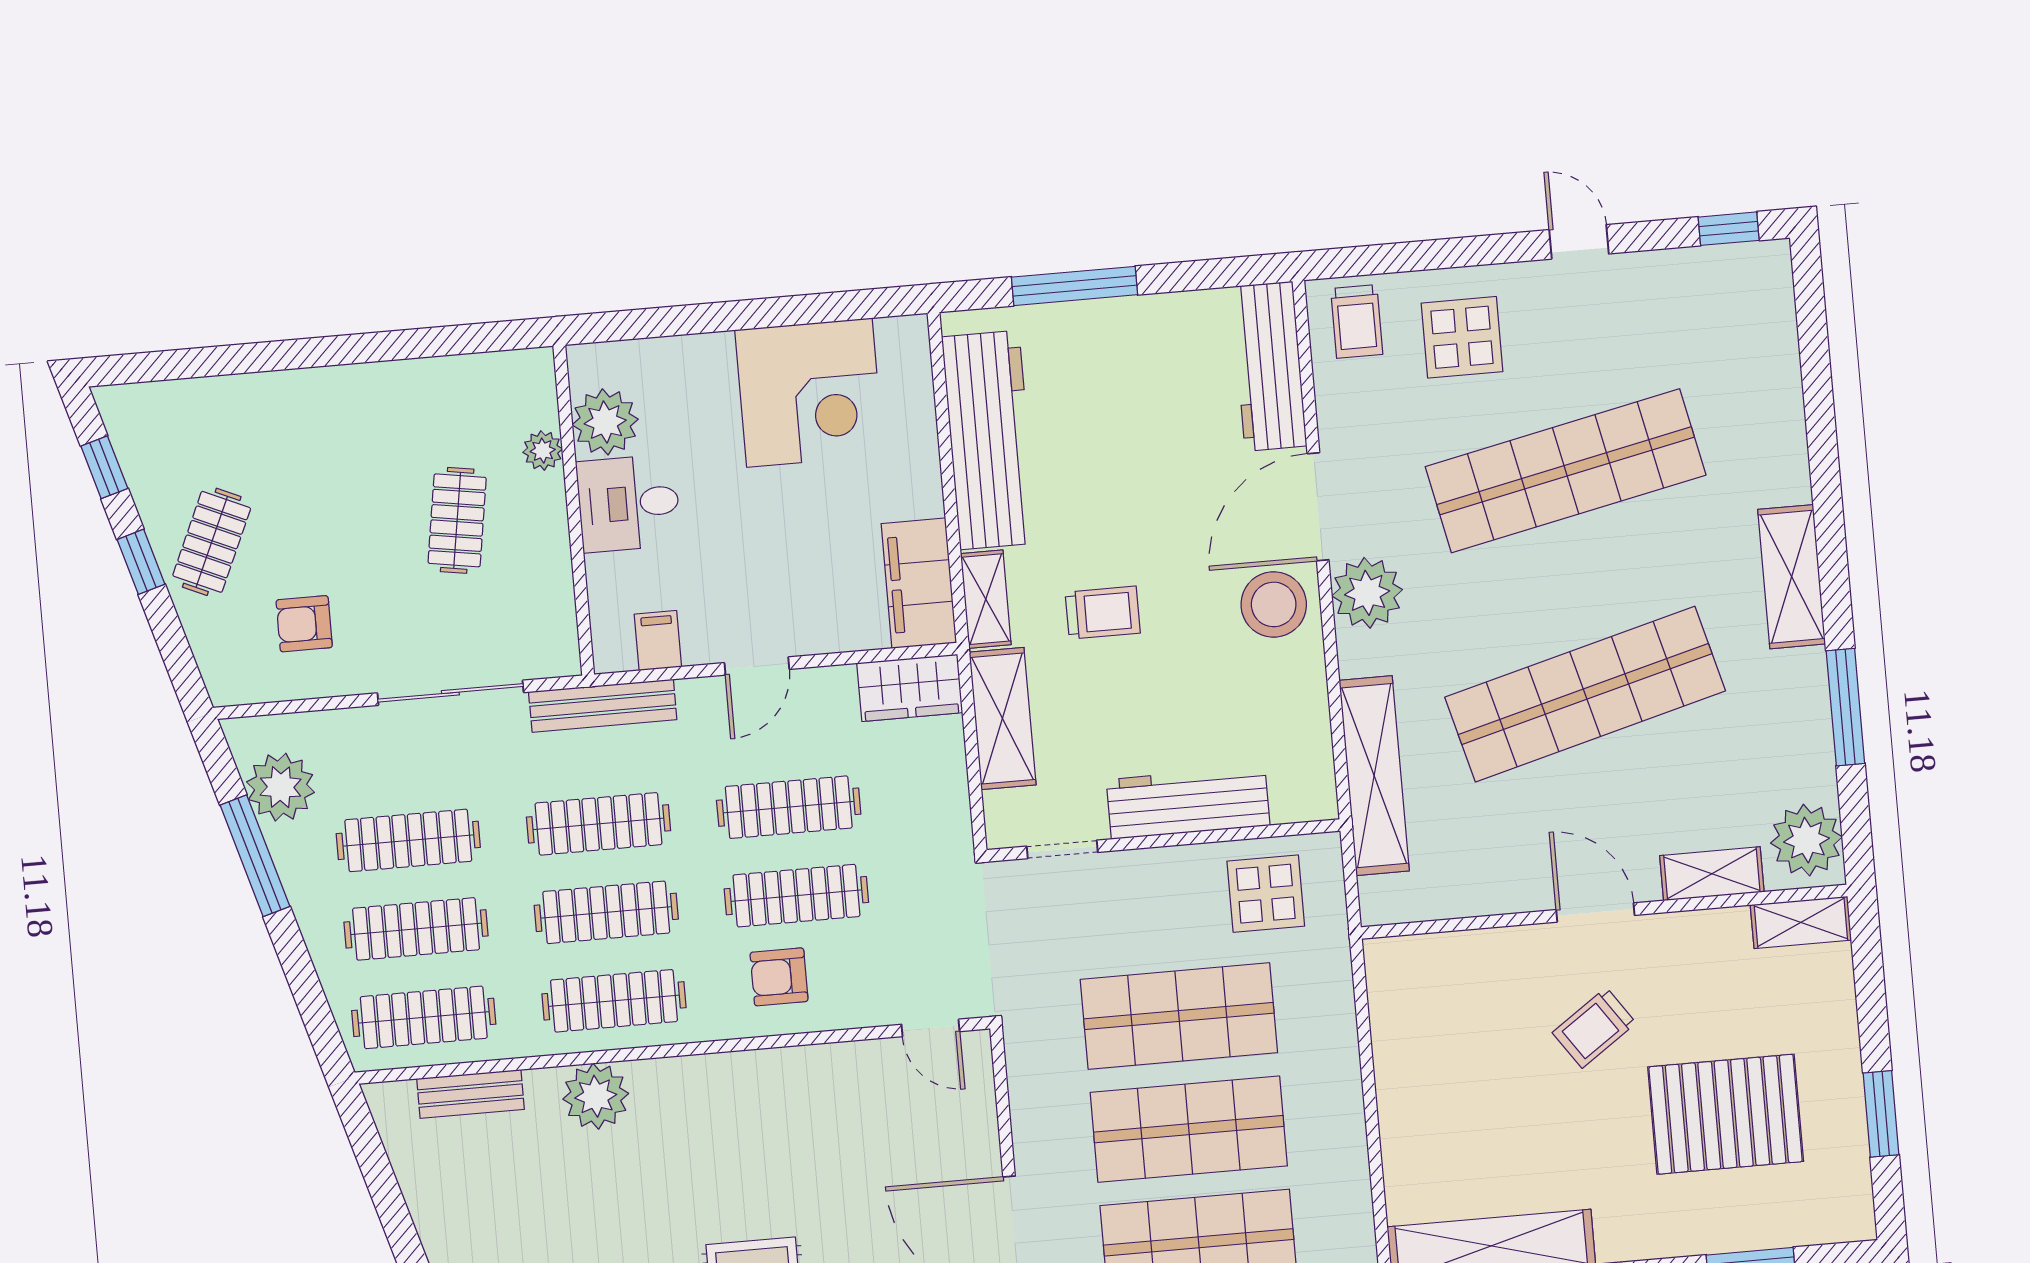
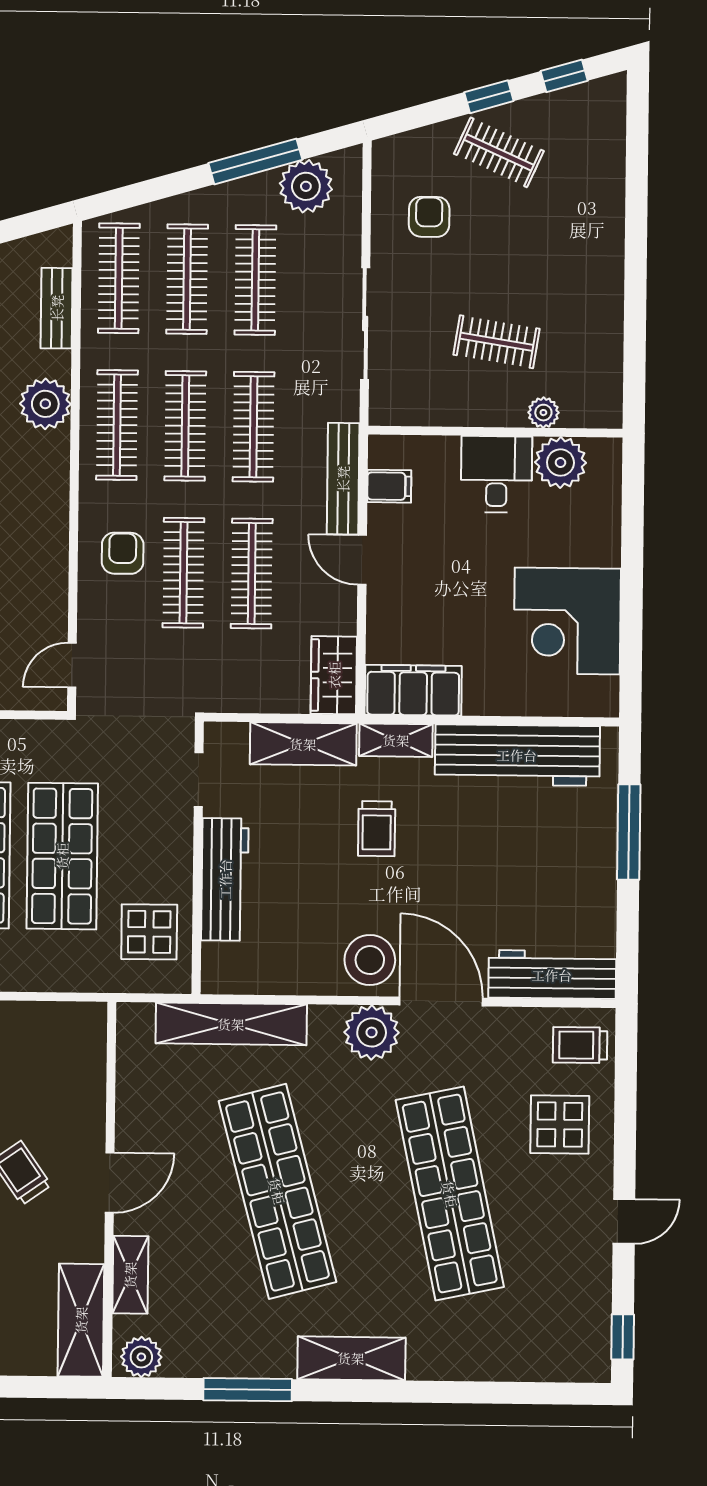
bench: (603, 706) -> (343, 479), moved
plant: (1806, 840) -> (141, 1357), width x0.73, depth x0.73
shelving: (1801, 922) -> (81, 1320), width x1.50, depth x1.33

